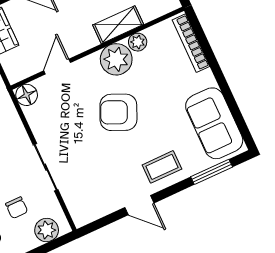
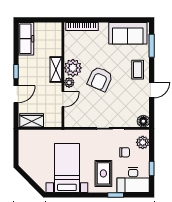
shelving: (118, 25) -> (56, 69), moved
plant: (138, 42) -> (69, 83), moved
door: (57, 67) -> (63, 99), swing flipped
floor lamp: (27, 95) -> (143, 121), moved

